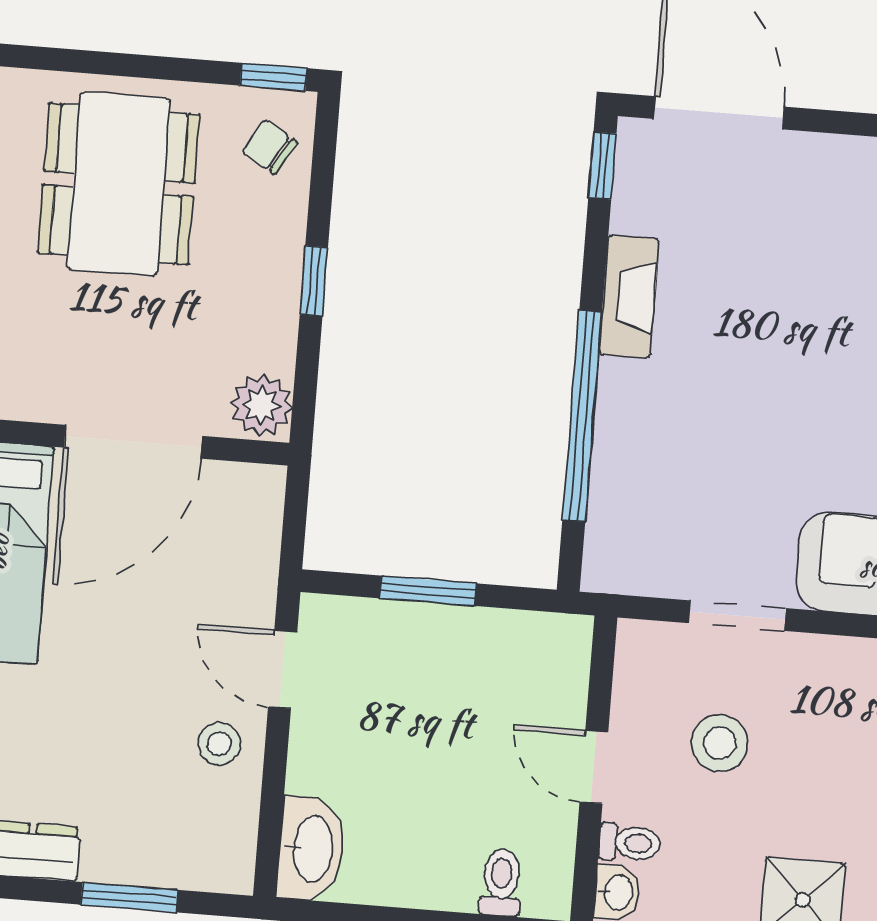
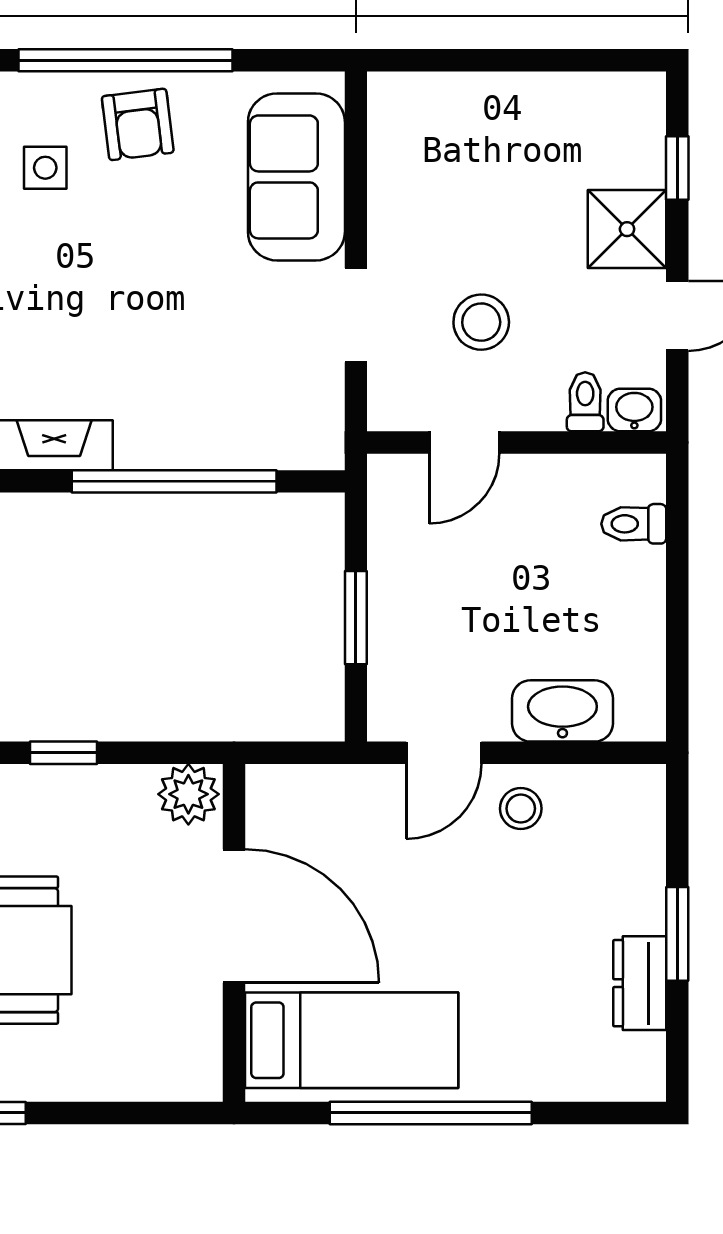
door: (594, 767) -> (464, 443), moved
washbasin: (311, 849) -> (562, 711), moved
window: (129, 897) -> (677, 934), moved

